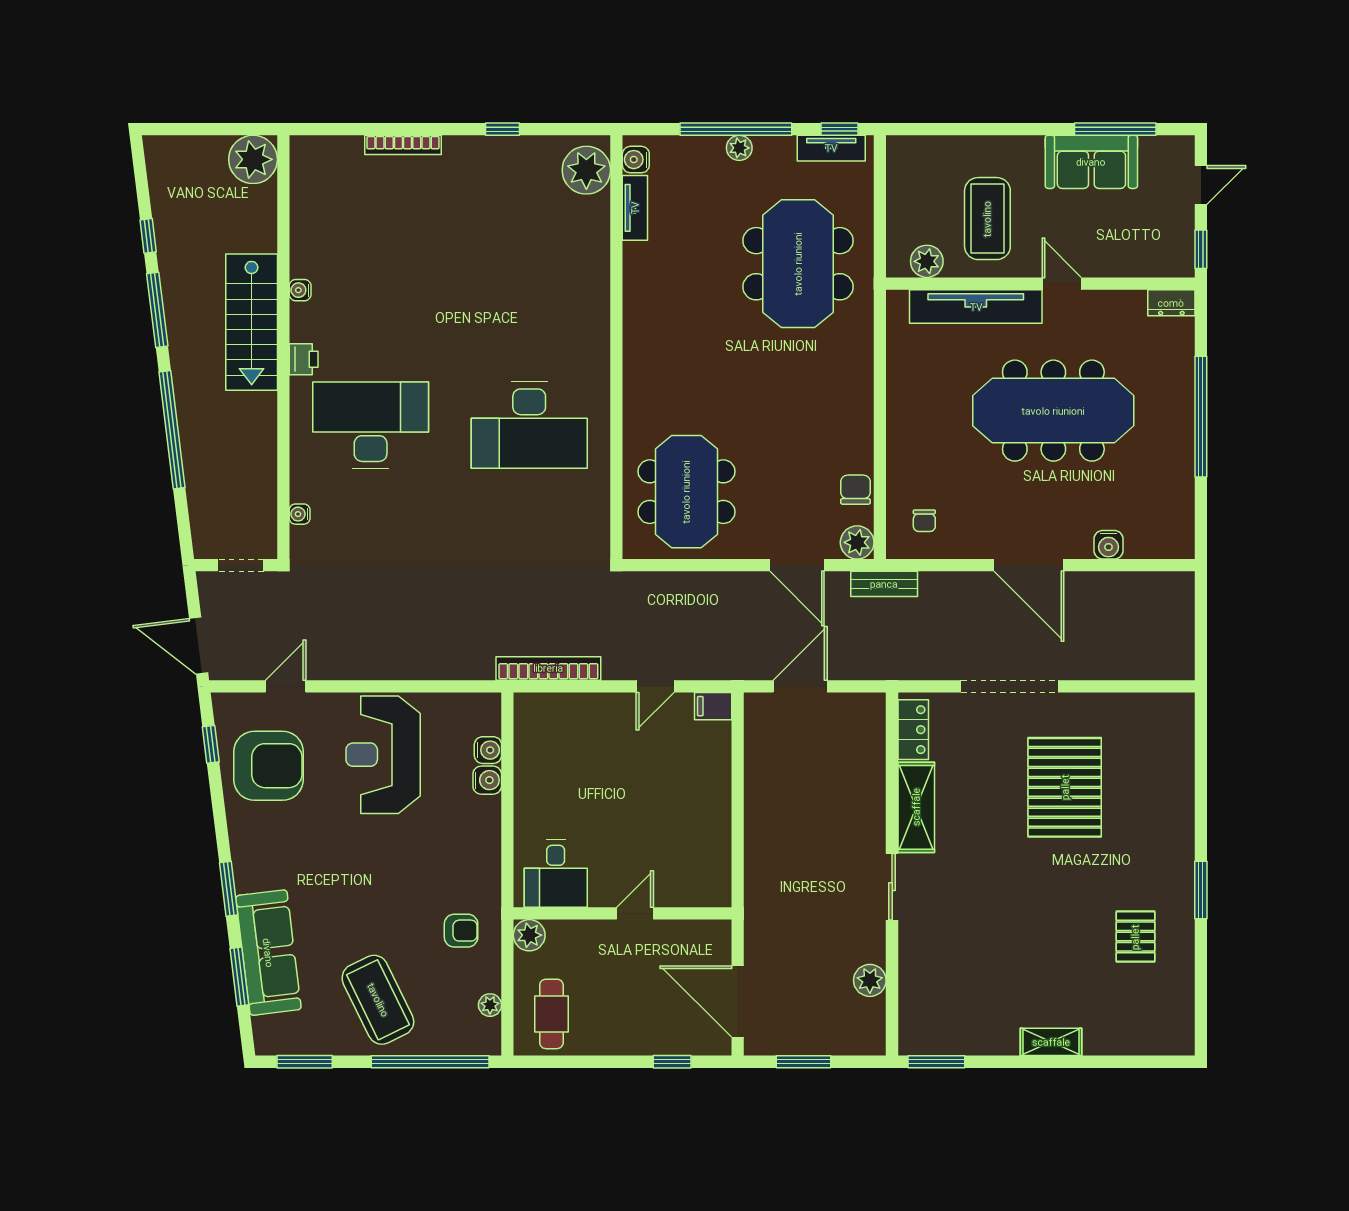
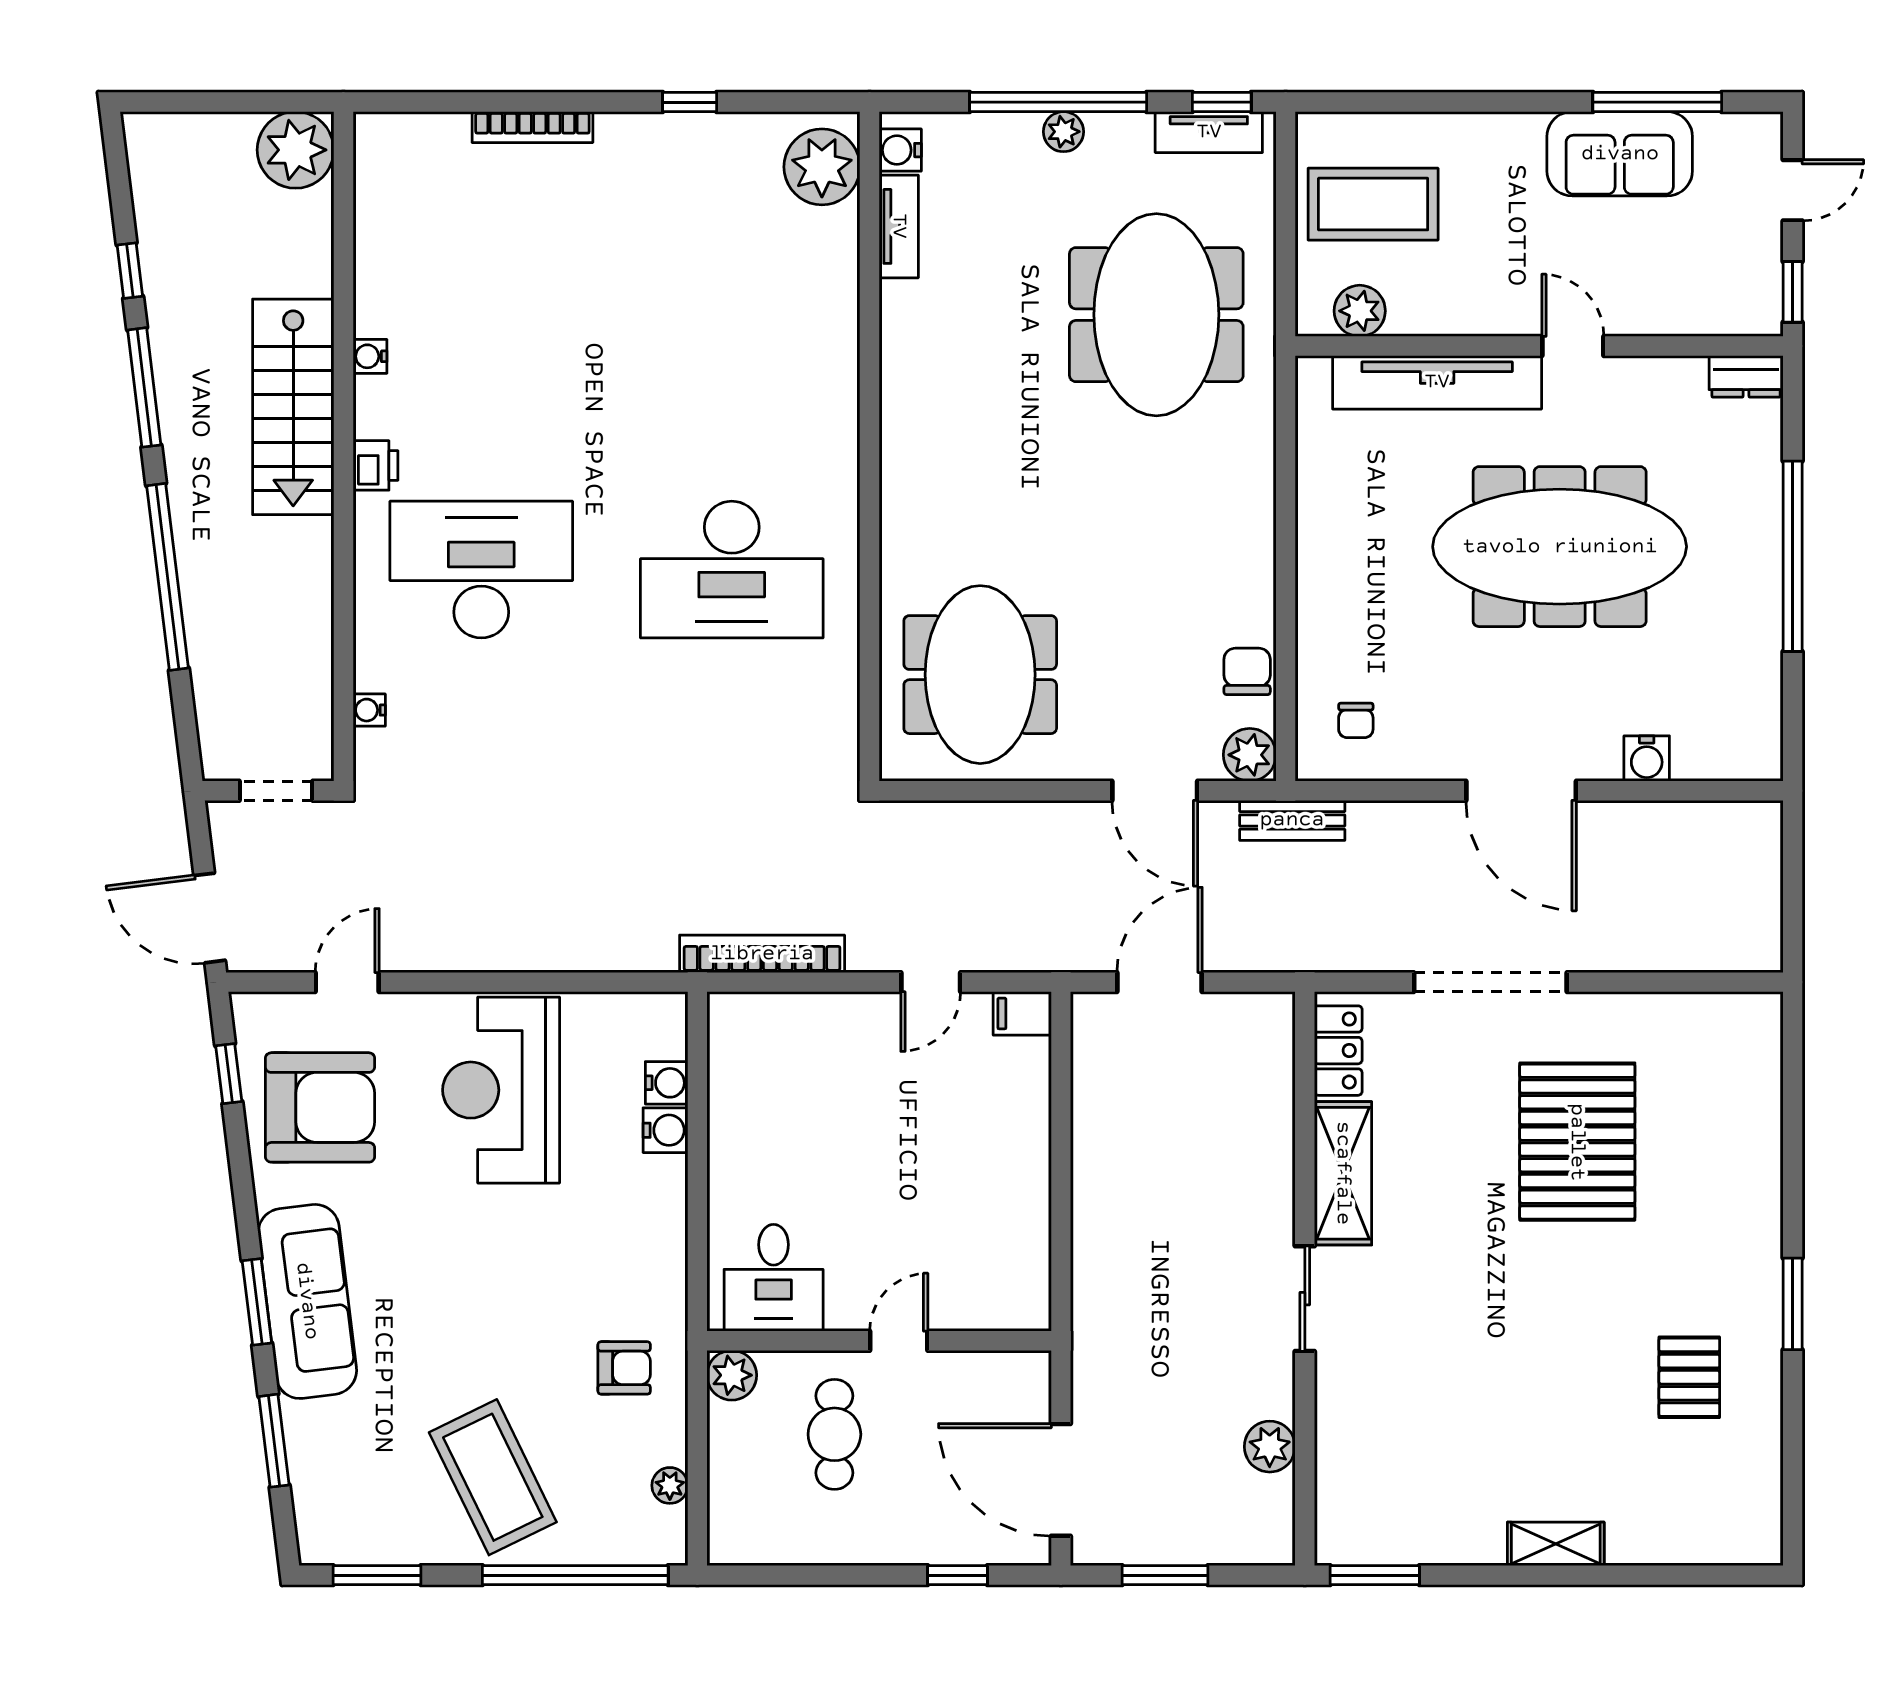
coffee table: (987, 219) -> (1373, 204), moved, turned 90
sofa: (268, 953) -> (307, 1301), moved
cafe table: (551, 1014) -> (834, 1434), moved

